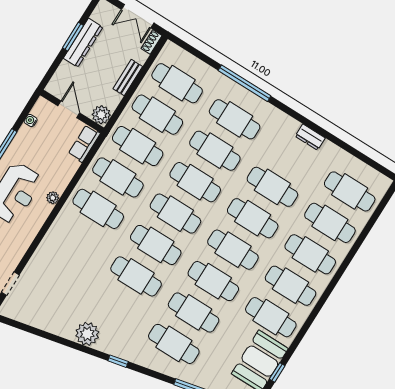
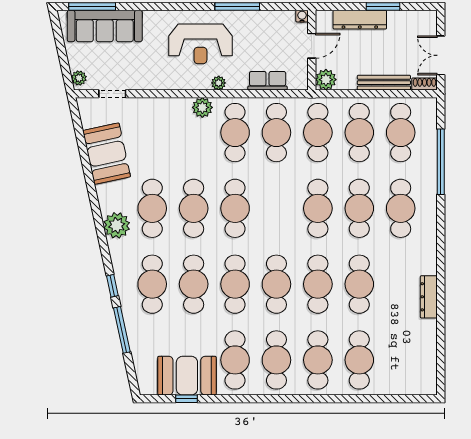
dresser: (83, 43) -> (360, 20), moved
bench: (128, 78) -> (384, 83), width x1.36
window: (244, 83) -> (441, 162), moved
water cooler: (31, 120) -> (302, 16), moved
dresser: (310, 137) -> (429, 297), width x1.44
row of seats: (84, 144) -> (268, 81), moved
cafe table: (350, 191) -> (401, 360), removed
cafe table: (175, 214) -> (152, 208), moved
plant: (64, 222) -> (202, 107), added
booth: (53, 316) -> (107, 154), added
plant: (87, 334) -> (117, 225), moved
window: (118, 361) -> (112, 286), moved

